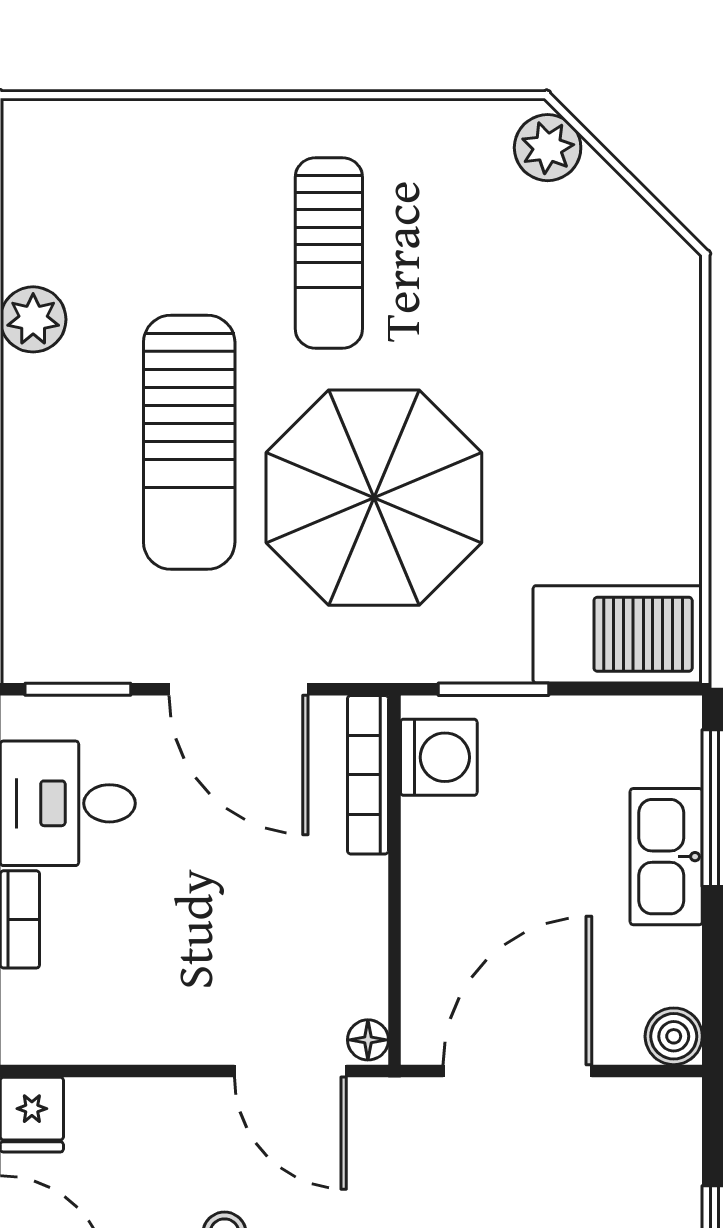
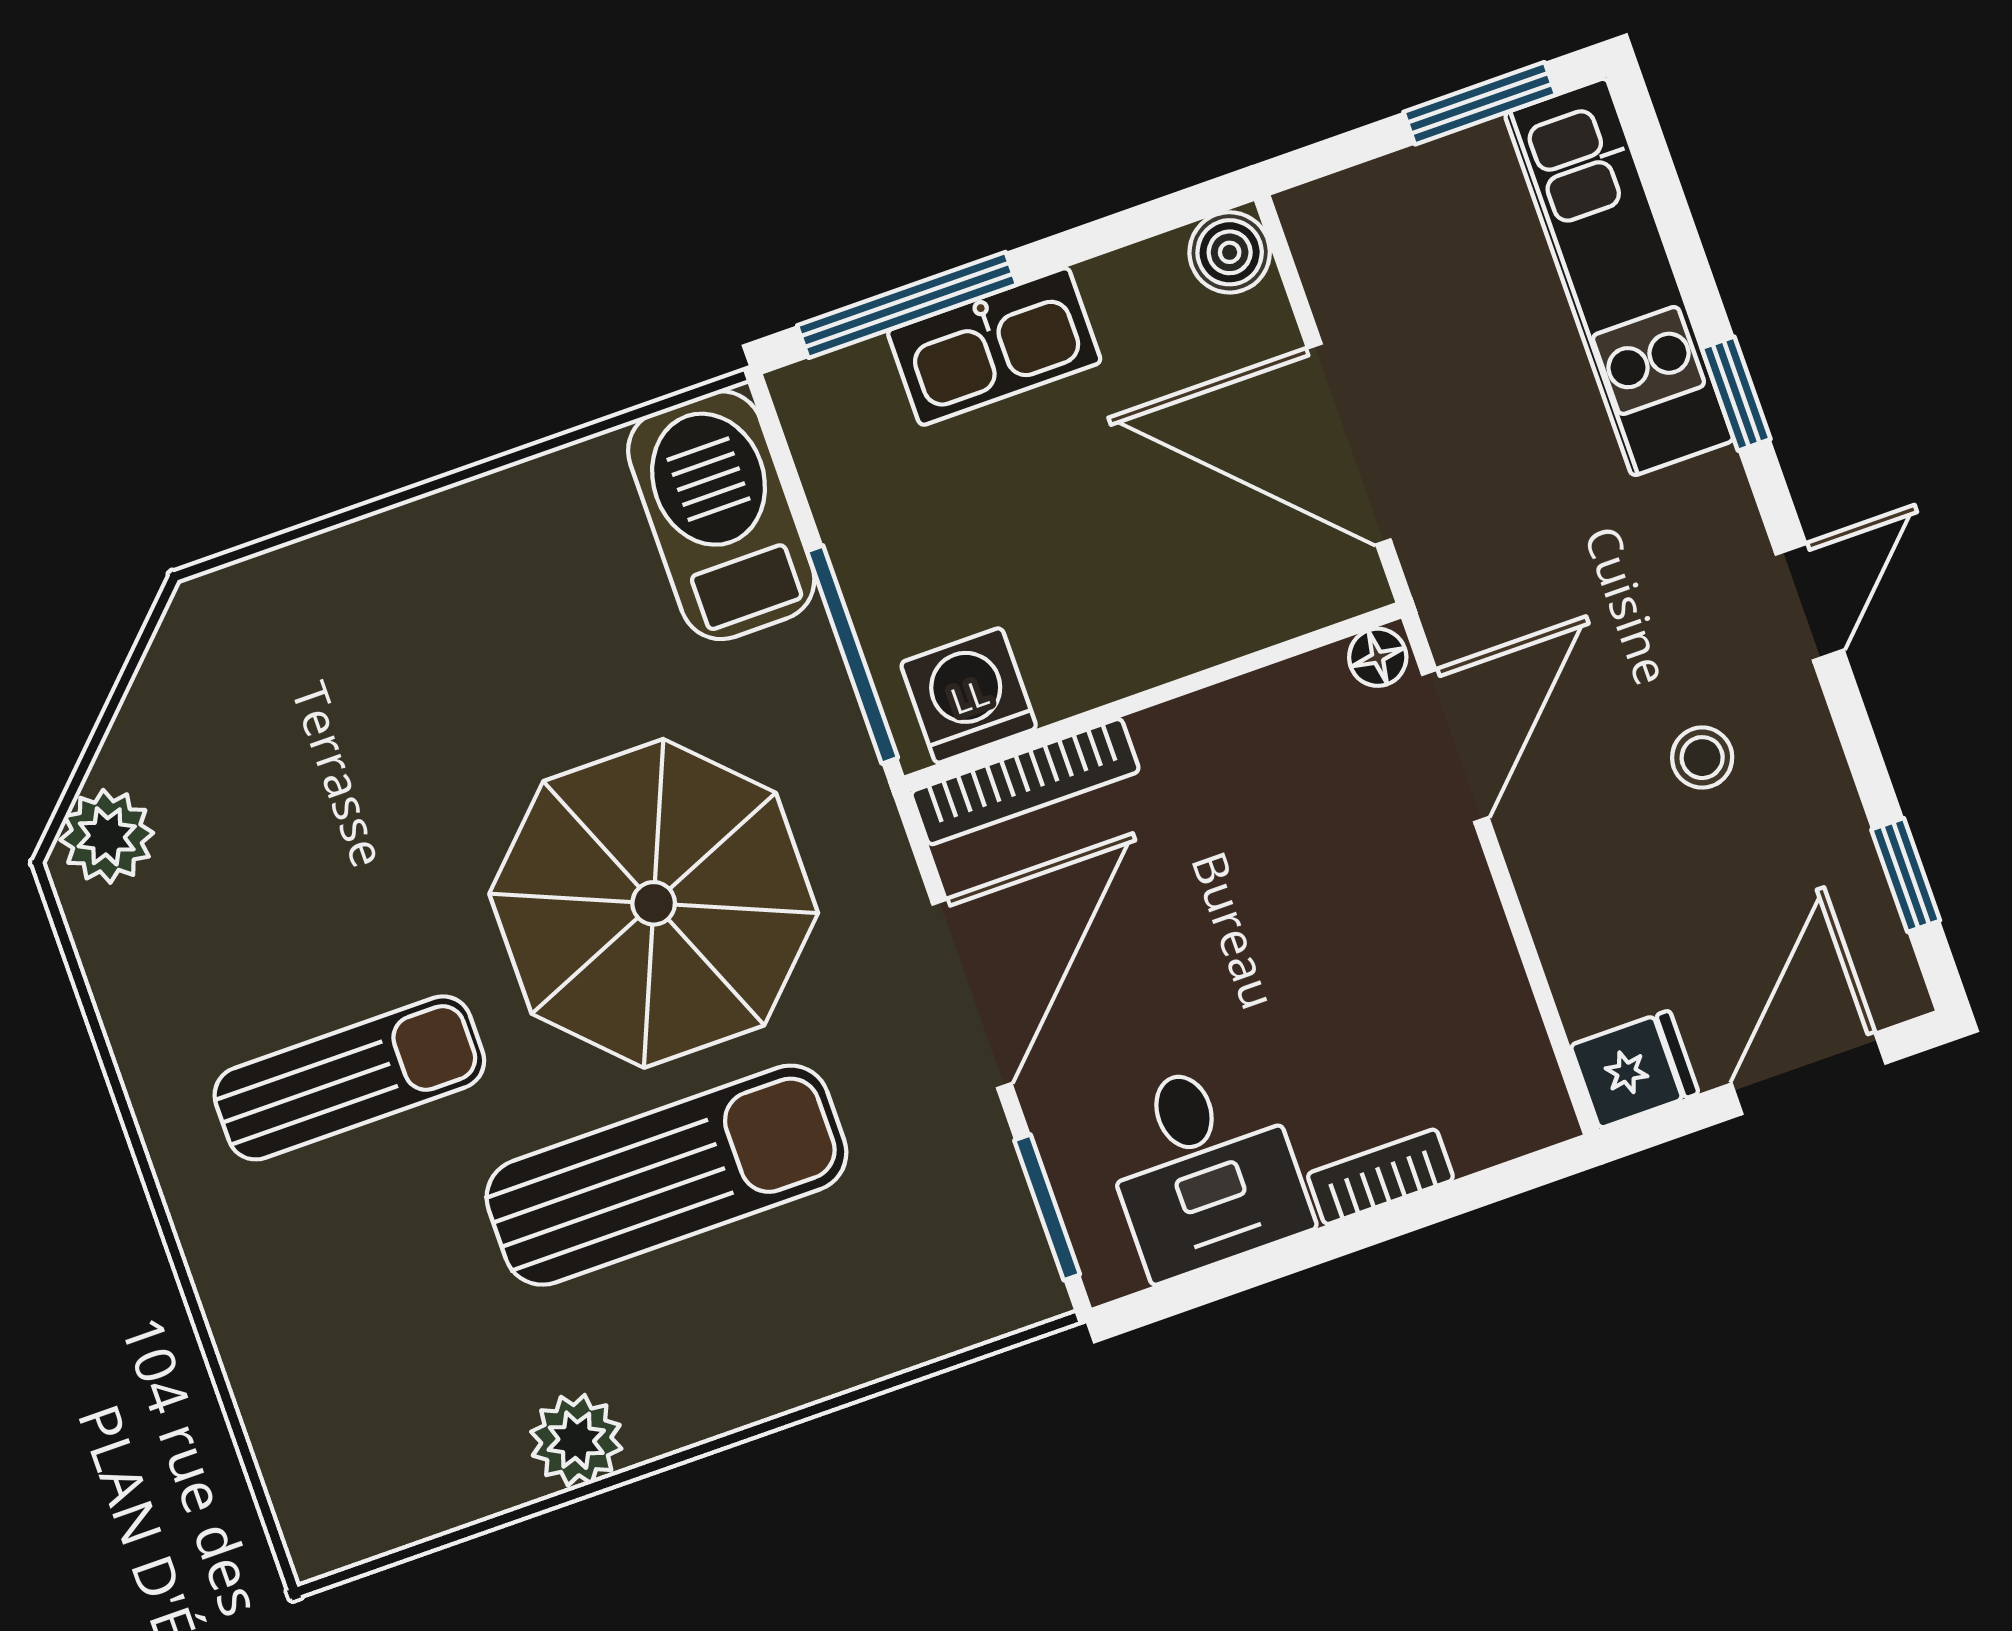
window: (494, 689) -> (852, 655), width x1.44

